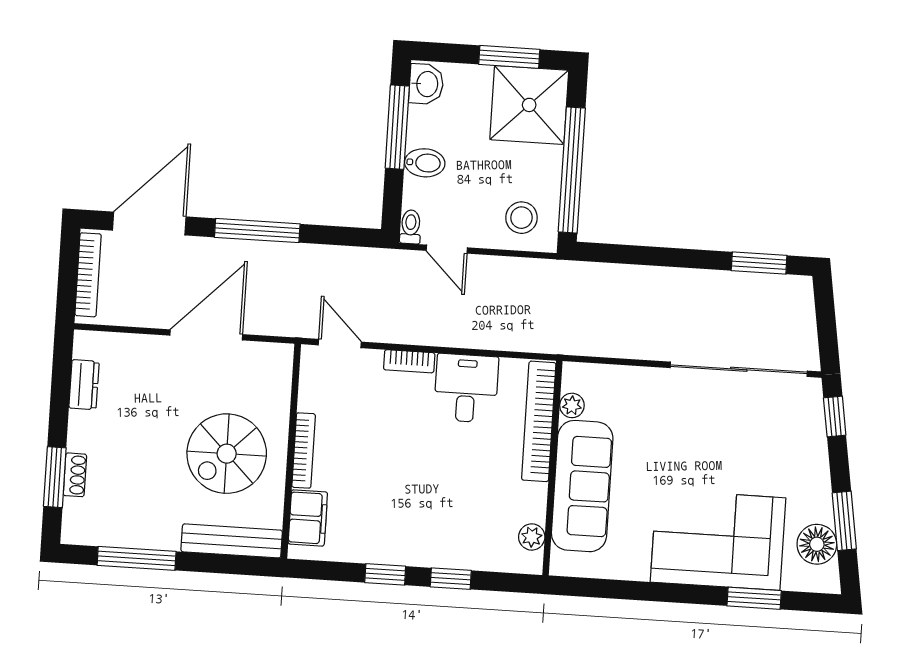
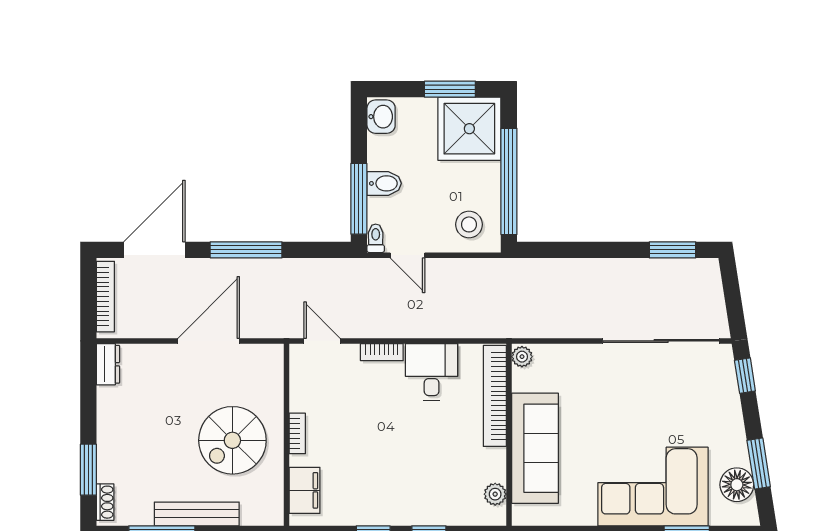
window: (397, 127) -> (359, 199), moved
dresser: (84, 385) -> (108, 364), moved
plant: (572, 405) -> (522, 357), moved
bookcase: (304, 450) -> (297, 433), width x0.64
shoe rack: (75, 475) -> (105, 502), moved
bench: (232, 541) -> (197, 514), moved

